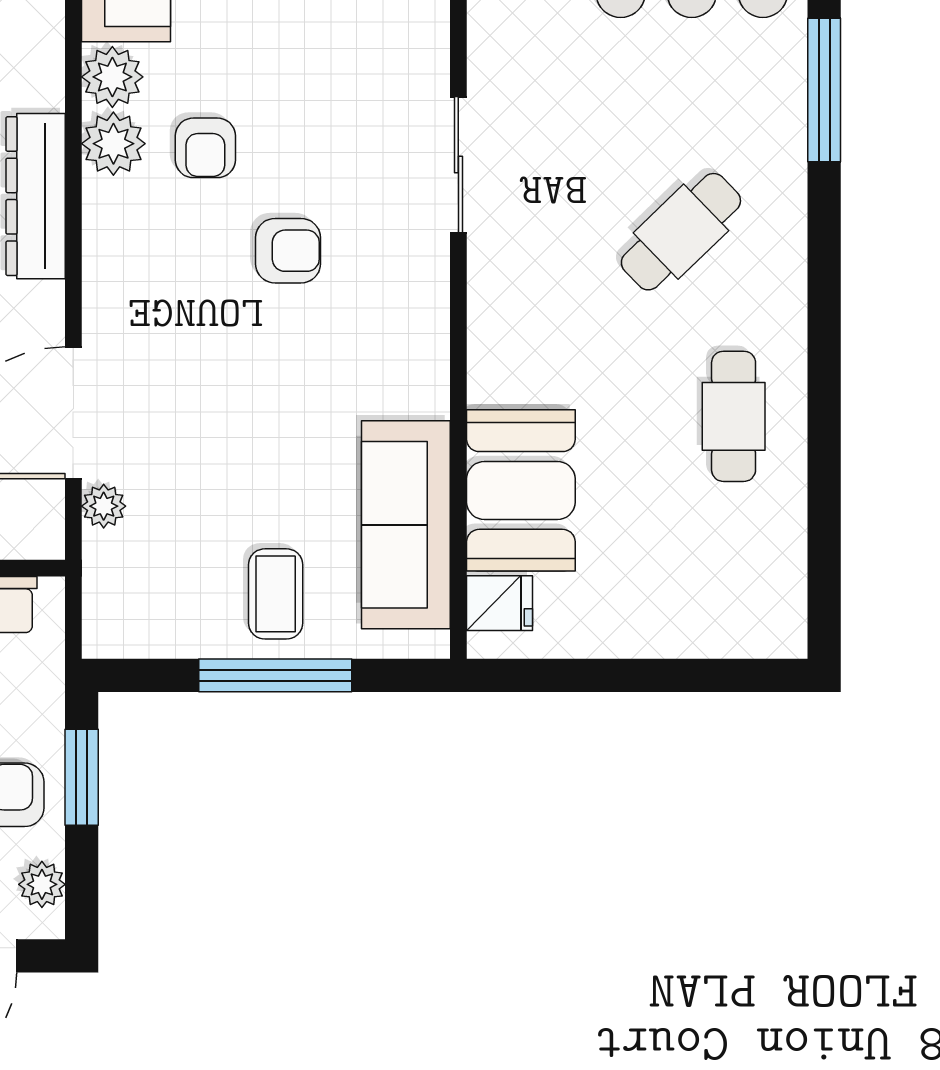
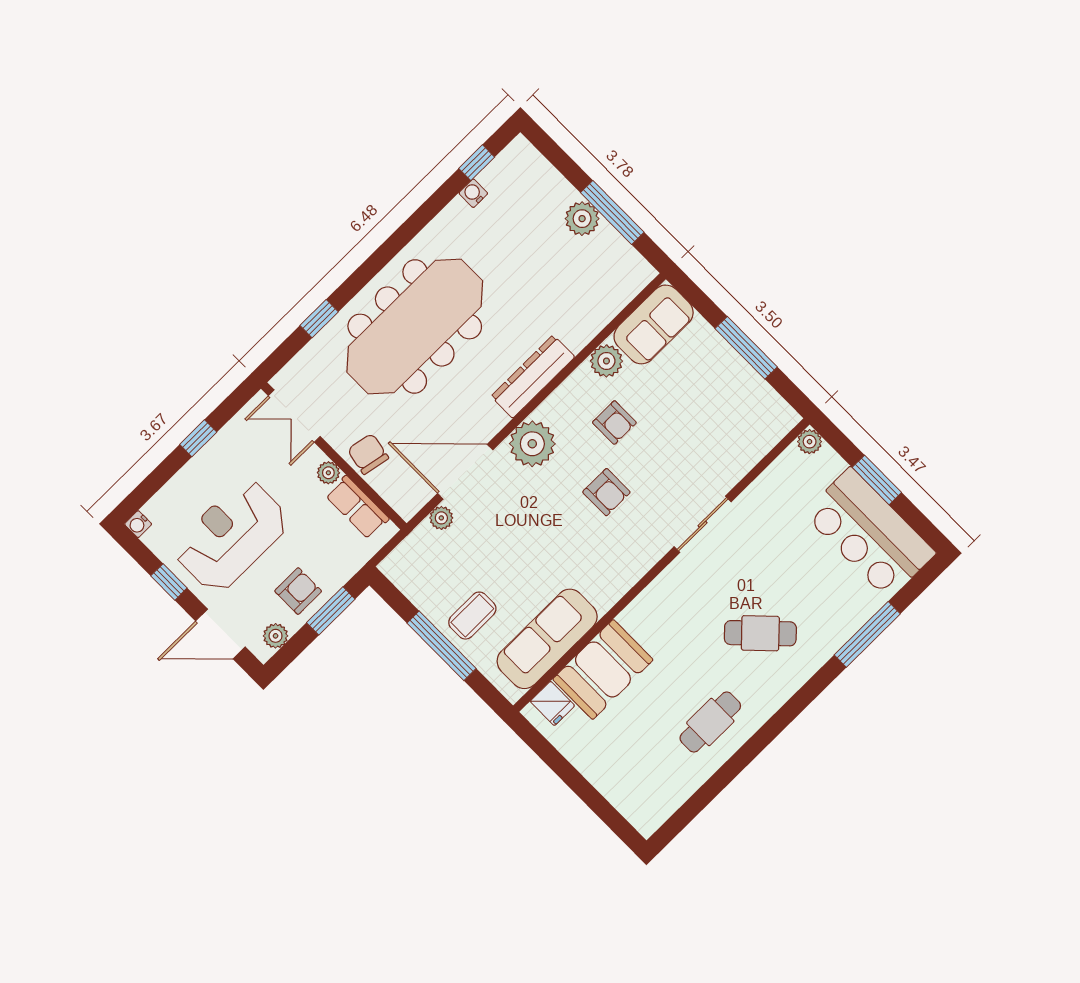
plant: (113, 144) -> (532, 444), moved, width x1.36, depth x1.36
armchair: (205, 148) -> (614, 423), turned -90

